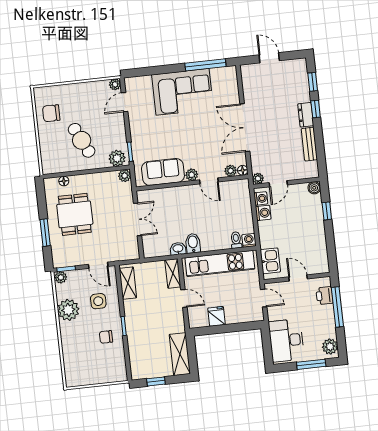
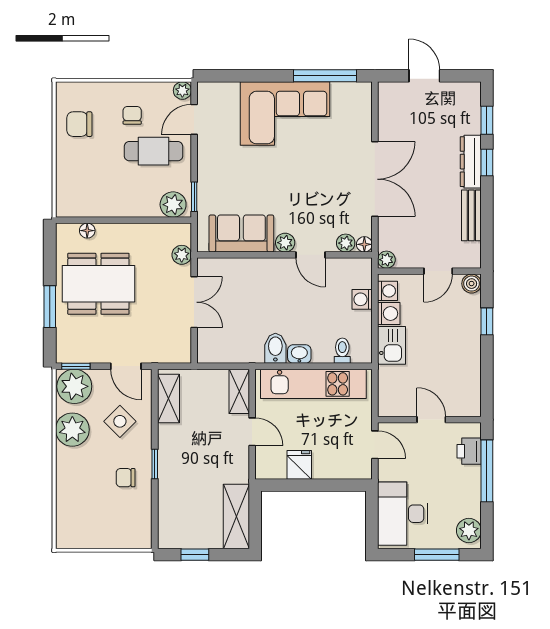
chair: (84, 104) -> (132, 115), added
dresser: (306, 115) -> (471, 162), width x1.44
double door: (245, 128) -> (375, 179), swing flipped
cafe table: (82, 140) -> (154, 151), moved, turned -64
plant: (125, 176) -> (182, 255), moved
door: (278, 184) -> (438, 271), moved
dining table: (75, 214) -> (98, 284), width x1.38
washing machine: (249, 240) -> (362, 299), moved, turned -90
washbasin: (178, 249) -> (299, 354), moved
kitchen sink: (270, 261) -> (391, 345), moved
plant: (61, 277) -> (74, 386), width x1.88, depth x1.88
side table: (98, 301) -> (120, 421), turned 45

